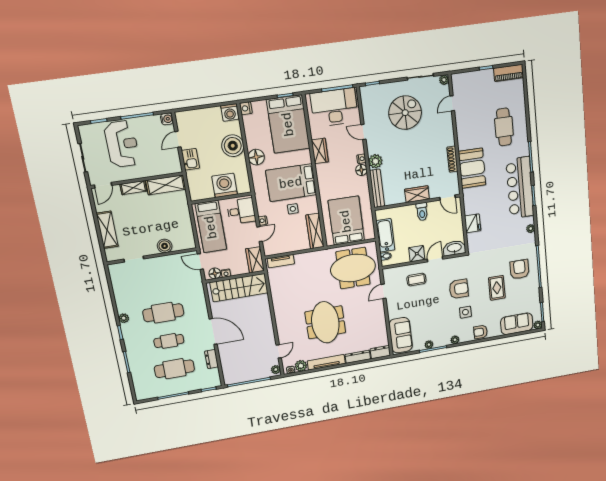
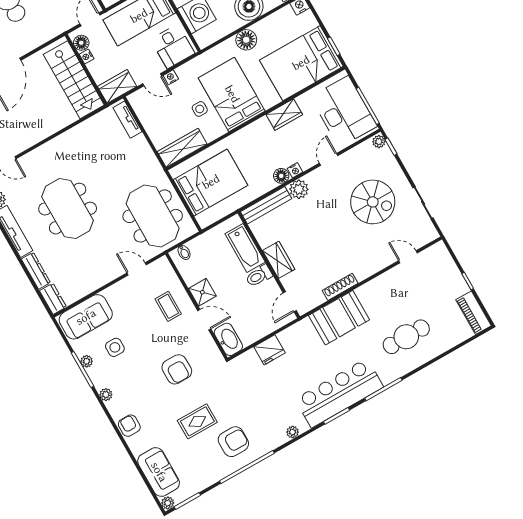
plant: (444, 80) -> (379, 142), moved
bathtub: (385, 235) -> (245, 248), moved, turned 90
side table: (465, 312) -> (115, 347), moved
meeting table: (325, 322) -> (68, 209), turned 90

